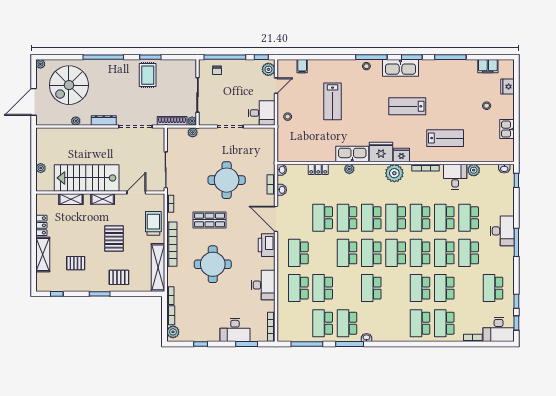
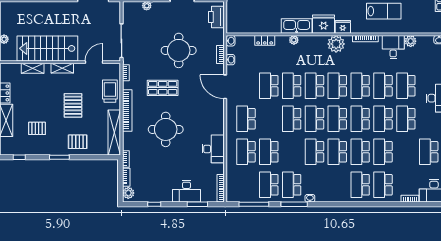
printer: (267, 245) -> (216, 17), moved
school desk: (396, 288) -> (337, 152), added

